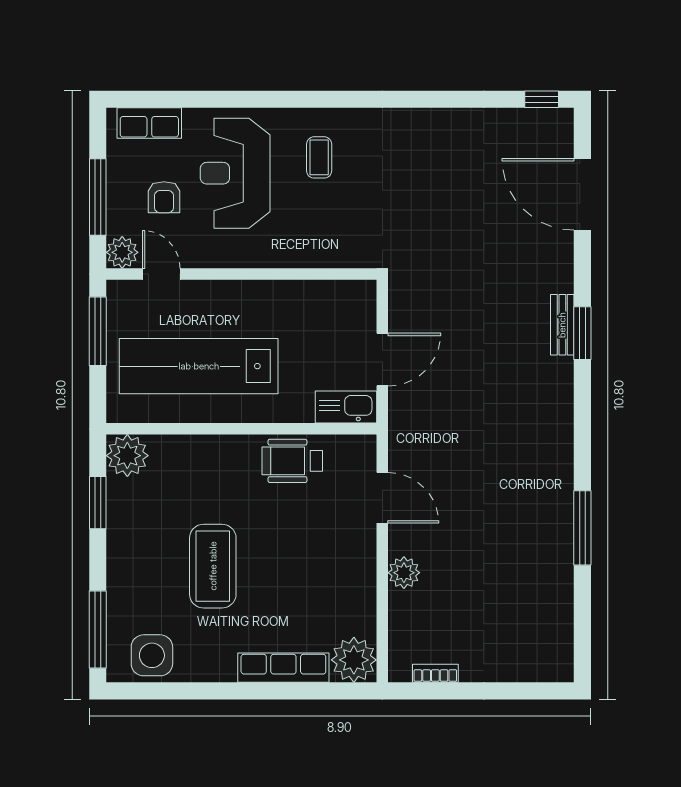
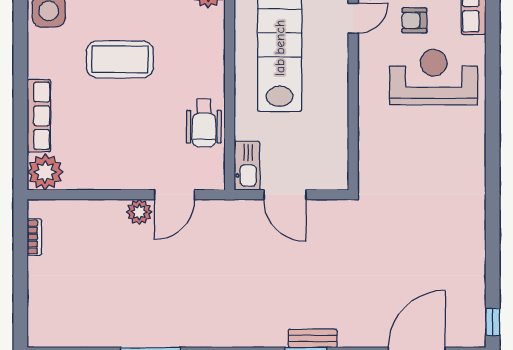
coffee table: (319, 157) -> (446, 144), removed
wheelchair: (292, 461) -> (204, 123), turned 180
plant: (404, 573) -> (139, 212), moved

